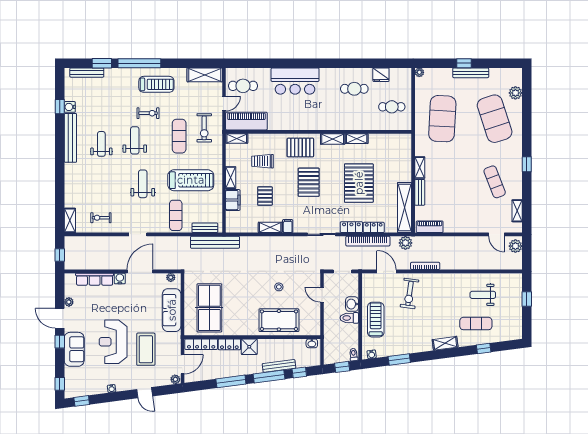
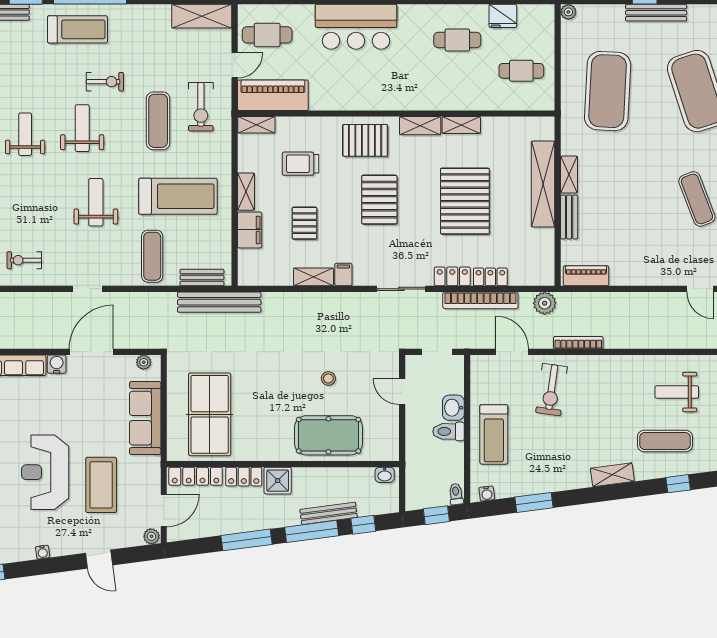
treadmill: (156, 84) -> (77, 29), moved
shelving: (405, 208) -> (543, 184), moved
treadmill: (376, 320) -> (494, 434), turned 180

